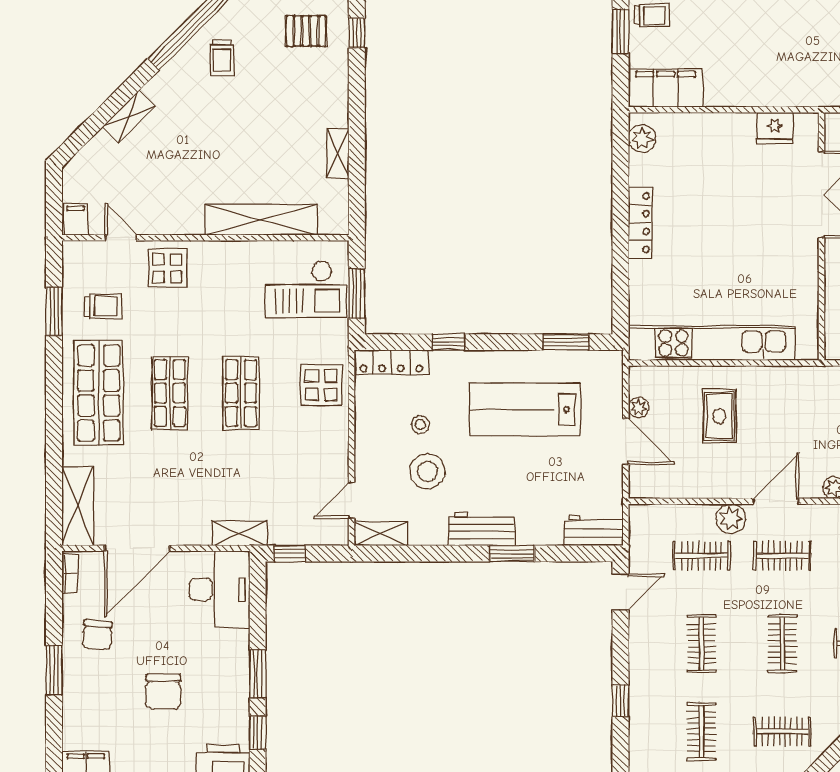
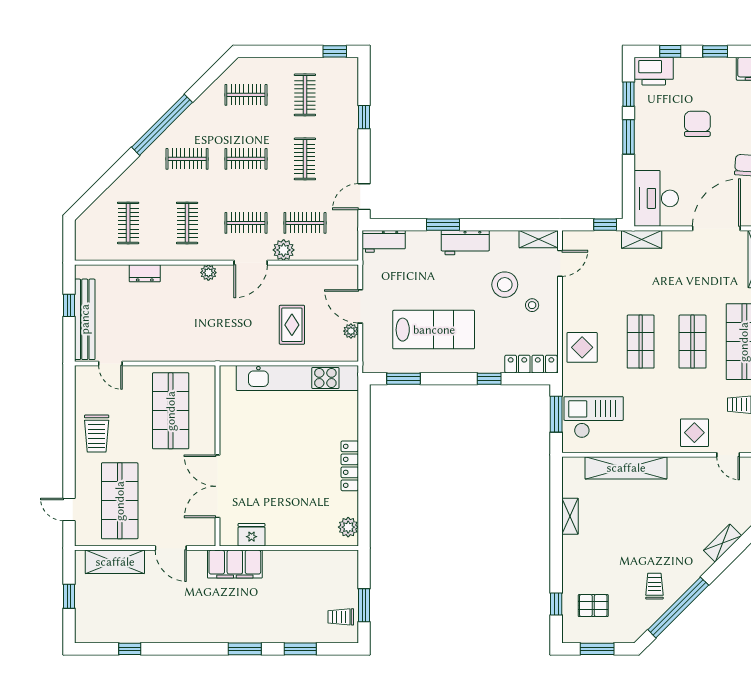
filing cabinet: (666, 88) -> (235, 564), moved
stool: (420, 425) -> (532, 305), moved
clothes rail: (782, 644) -> (246, 159), turned 90

